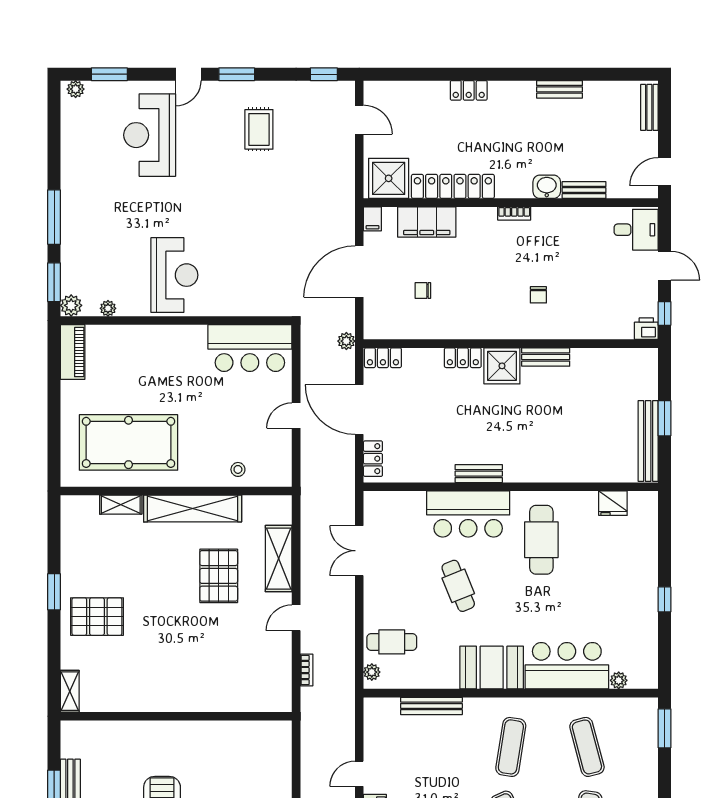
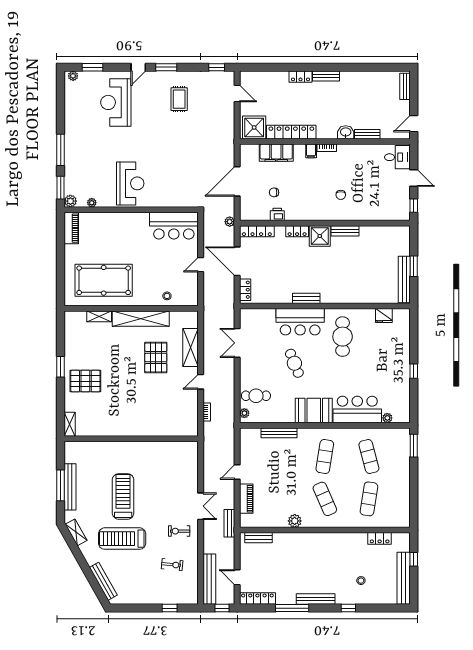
bench: (559, 89) -> (326, 76), moved
filing cabinet: (372, 219) -> (311, 151), moved
printer: (646, 329) -> (277, 214), moved
locker: (383, 358) -> (257, 231), width x1.53

